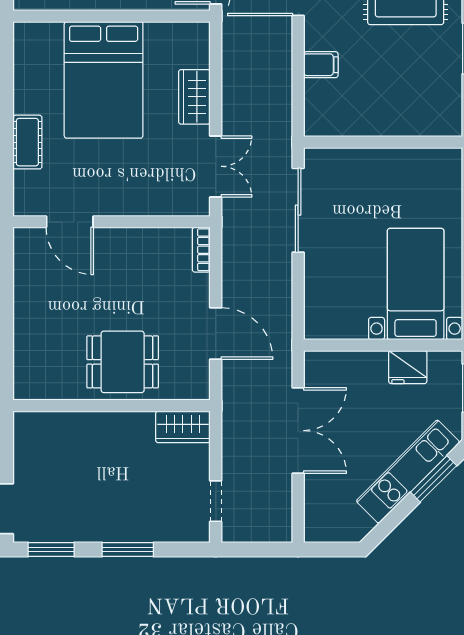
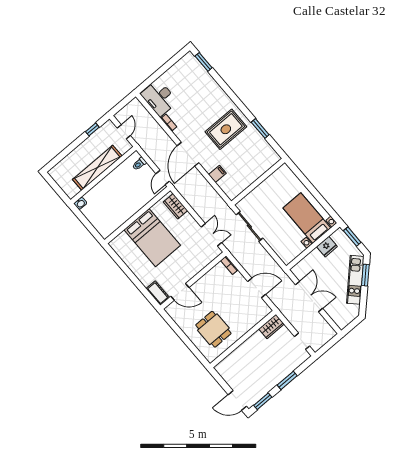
wardrobe: (194, 97) -> (175, 206), moved
cot: (27, 142) -> (158, 293), moved
dining table: (123, 362) -> (213, 329), moved, turned 90

